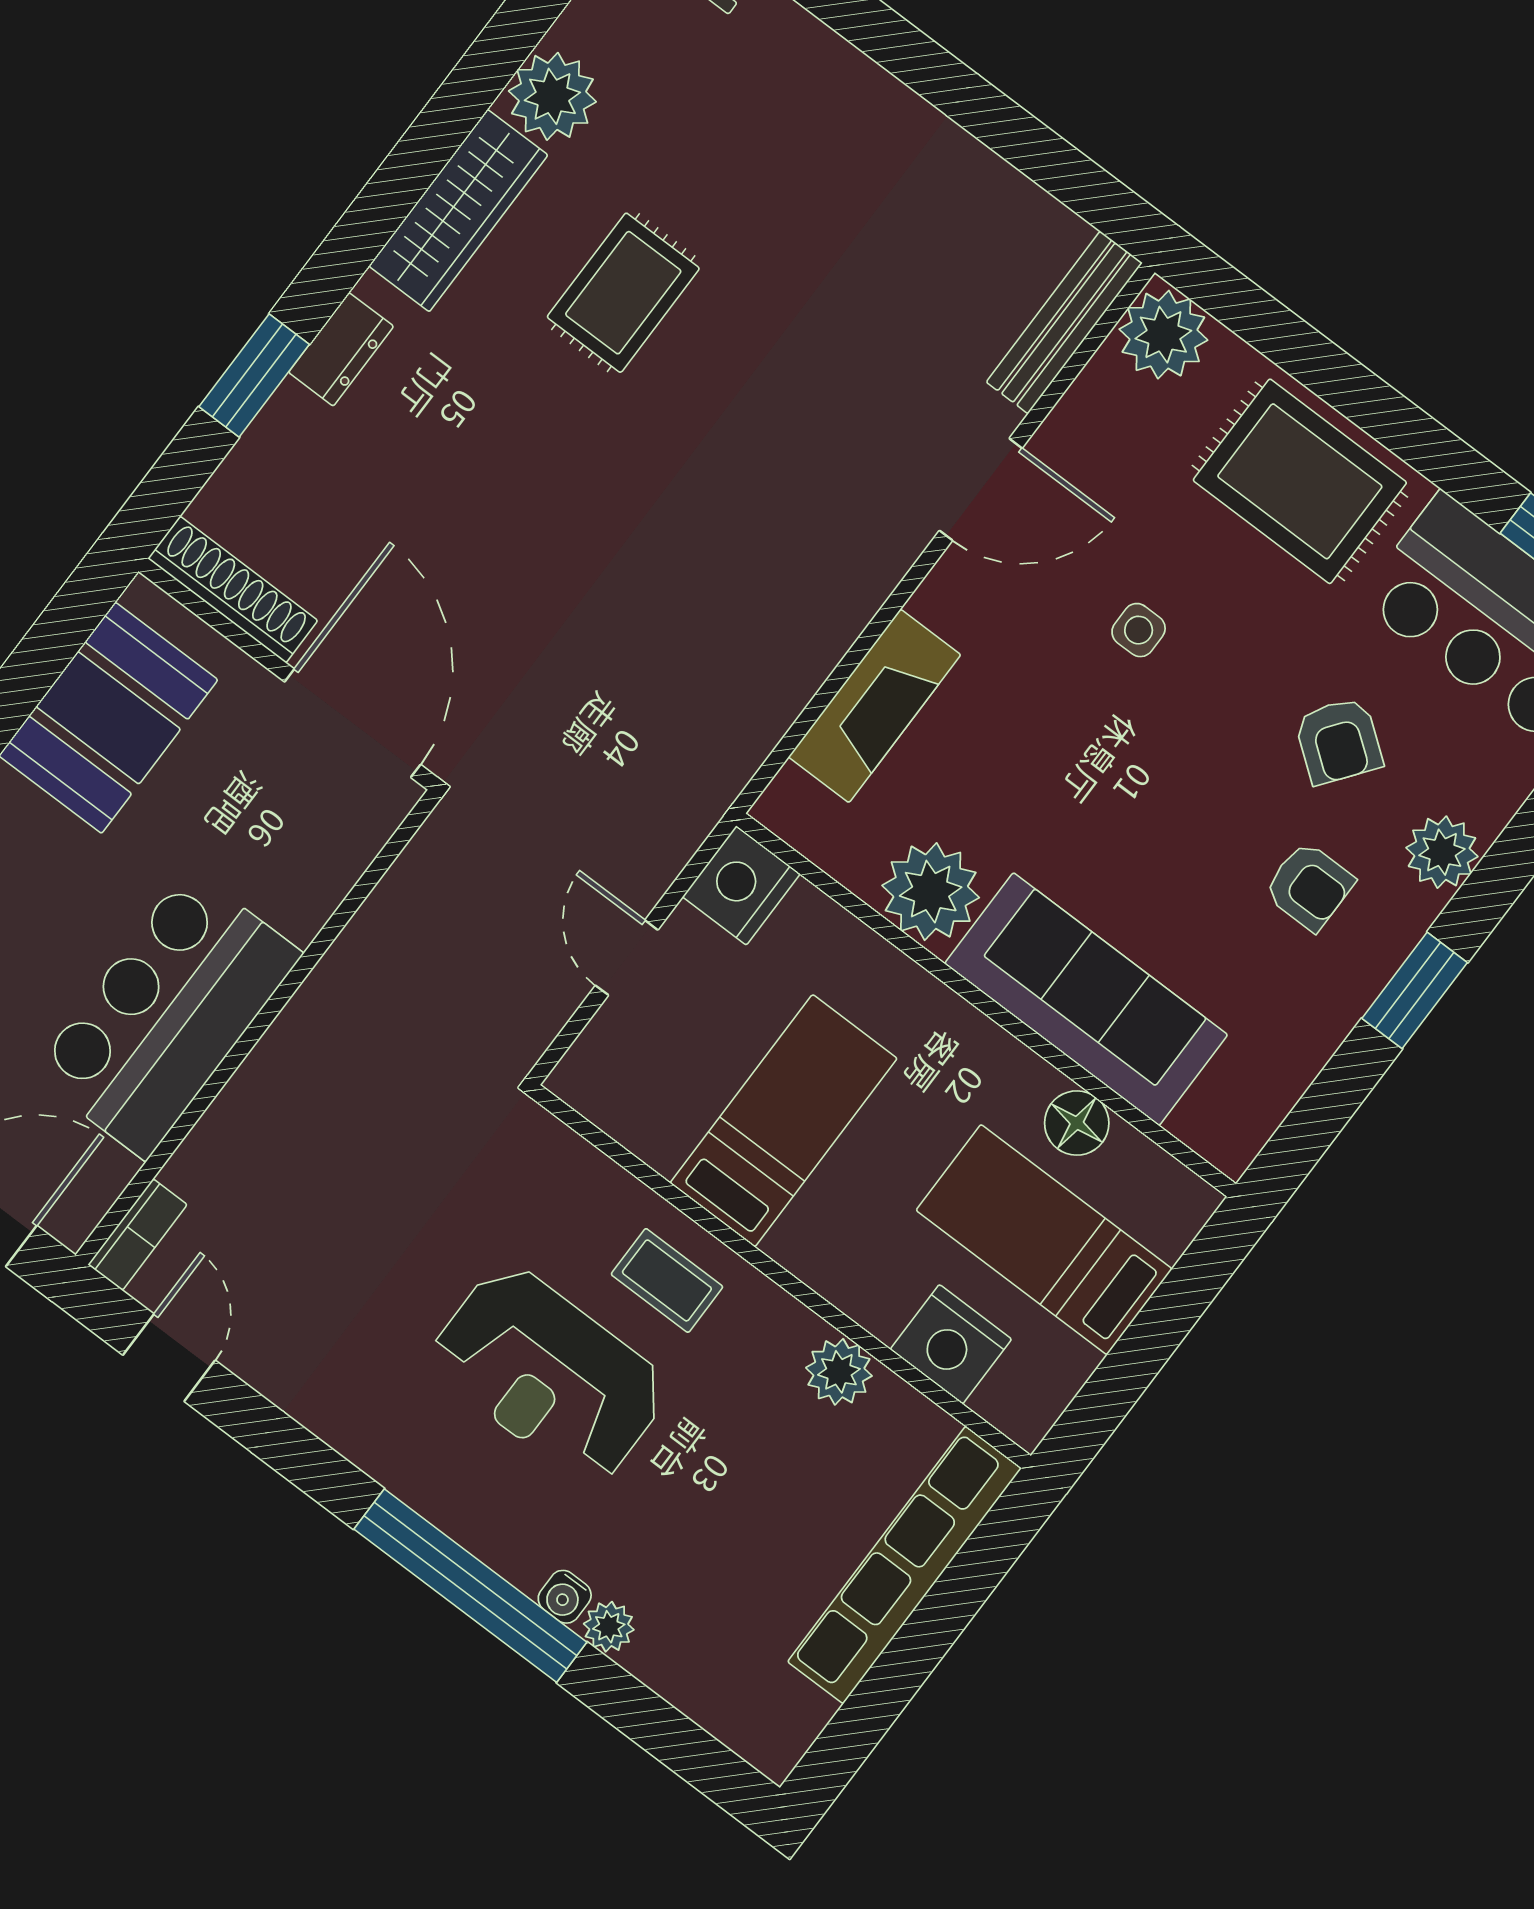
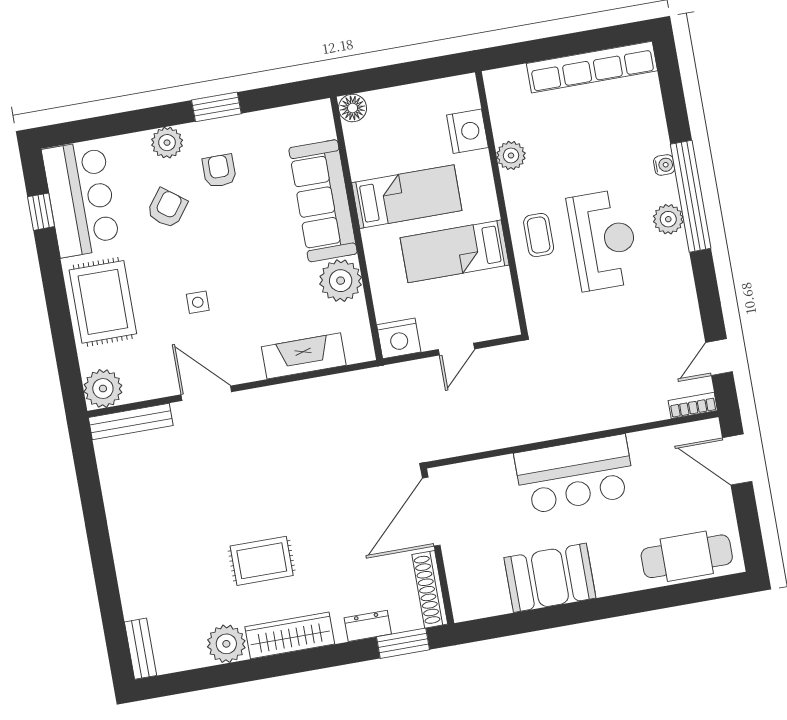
shoe rack: (233, 589) -> (430, 589), moved
wall: (288, 674) -> (437, 546), moved
door: (353, 723) -> (431, 512), moved
bar counter: (167, 1014) -> (575, 474), moved
floor lamp: (1077, 1123) -> (353, 108), moved
bed: (1044, 1240) -> (407, 197), moved, turned -90
row of seats: (905, 1565) -> (592, 67), moved
plant: (609, 1627) -> (668, 219), moved, width x1.38, depth x1.38

